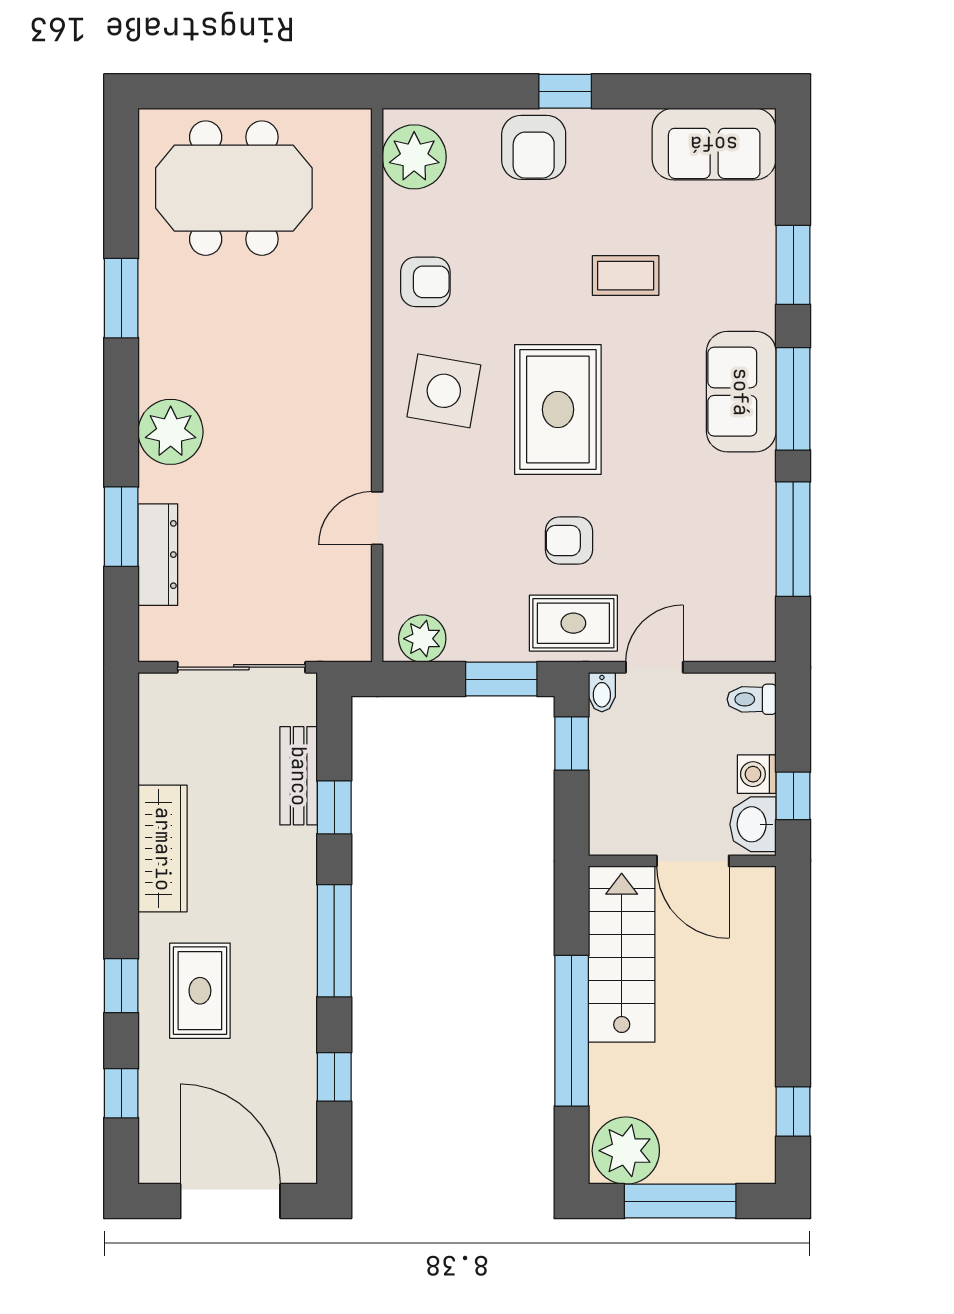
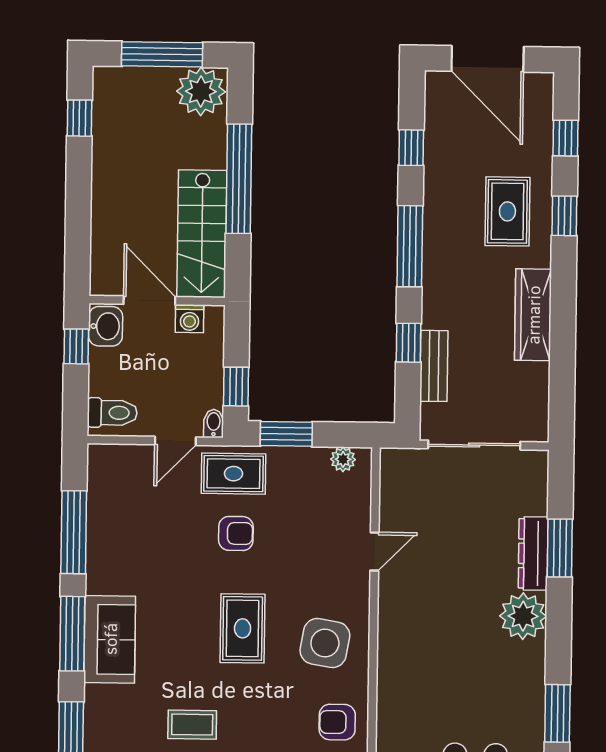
rug: (558, 410) -> (243, 628), width x0.73, depth x0.70
dresser: (158, 555) -> (533, 553), moved
plant: (422, 639) -> (343, 459), width x0.73, depth x0.73
toilet: (752, 699) -> (112, 413), width x1.37, depth x1.39
washing machine: (757, 774) -> (190, 319), moved, turned 90

